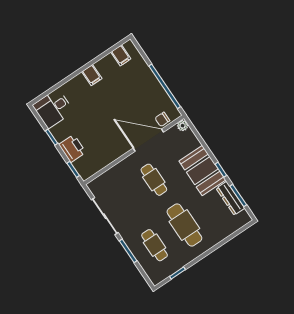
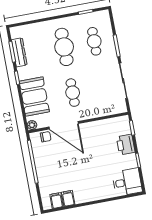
filing cabinet: (92, 75) -> (68, 198), moved
booth: (202, 171) -> (34, 96), moved

